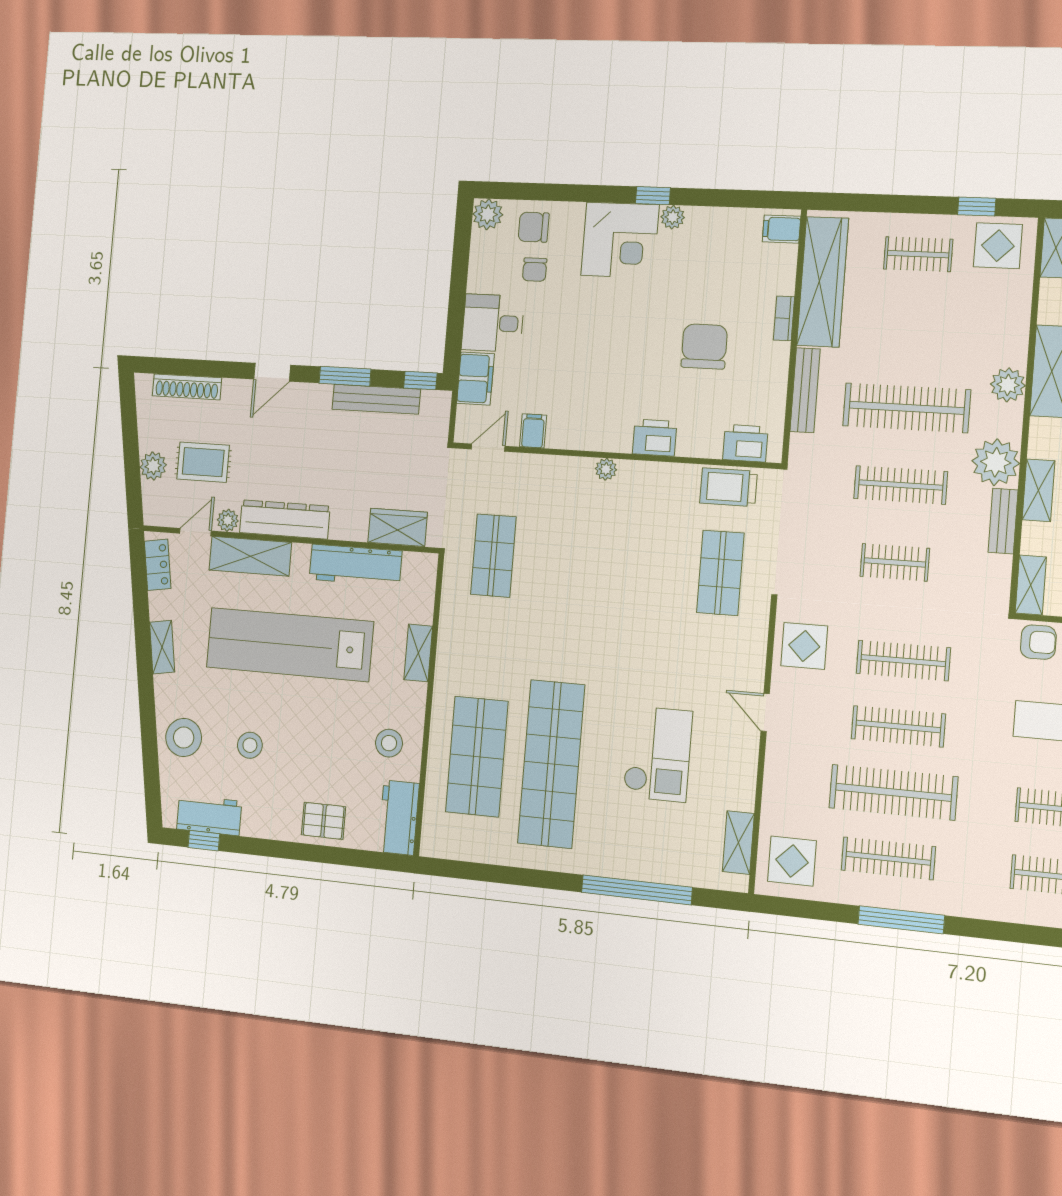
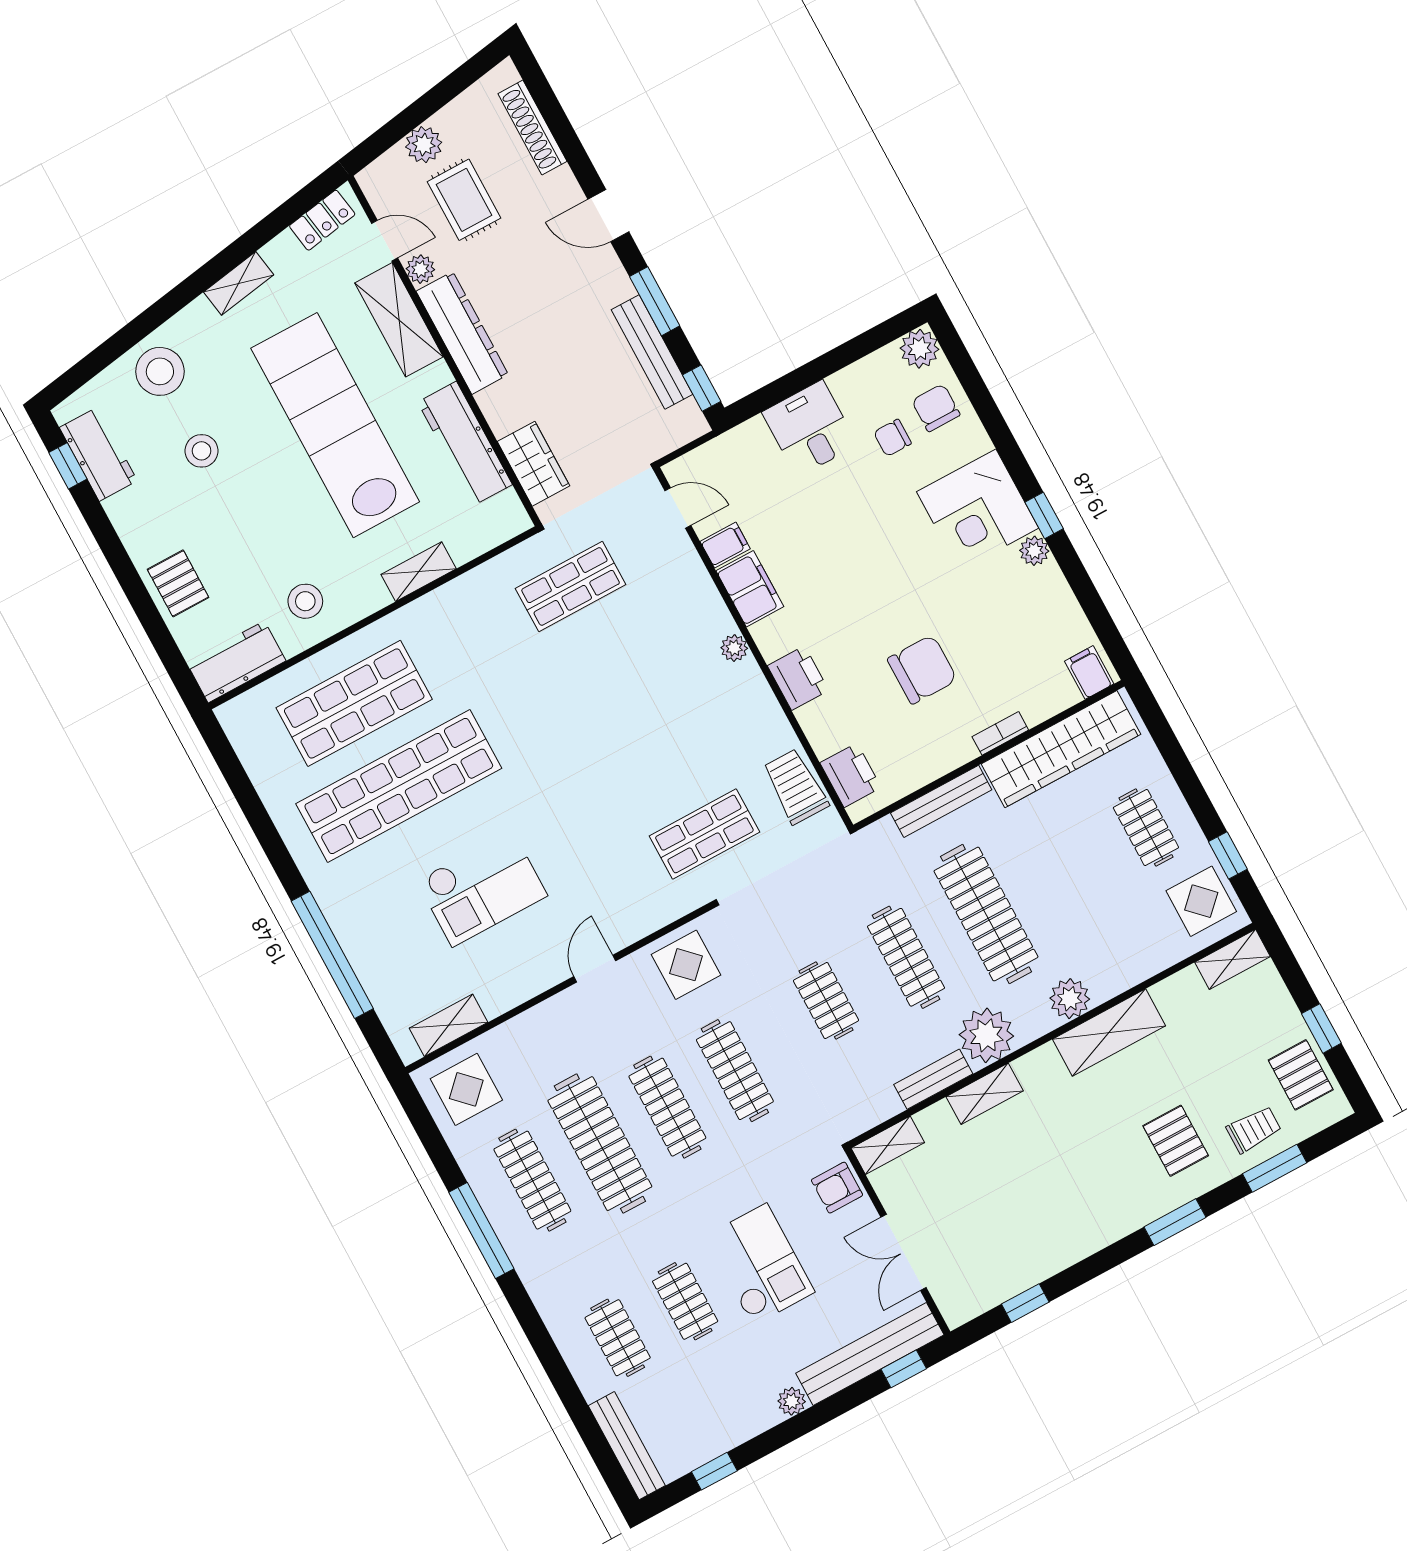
filing cabinet: (475, 379) -> (750, 589), moved, turned -90
armchair: (1038, 642) -> (837, 1188), turned 90

